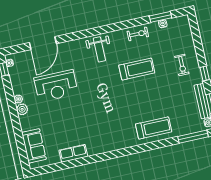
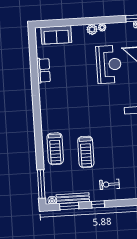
treadmill: (137, 69) -> (86, 152), moved
reception desk: (56, 86) -> (109, 64), turned 180

